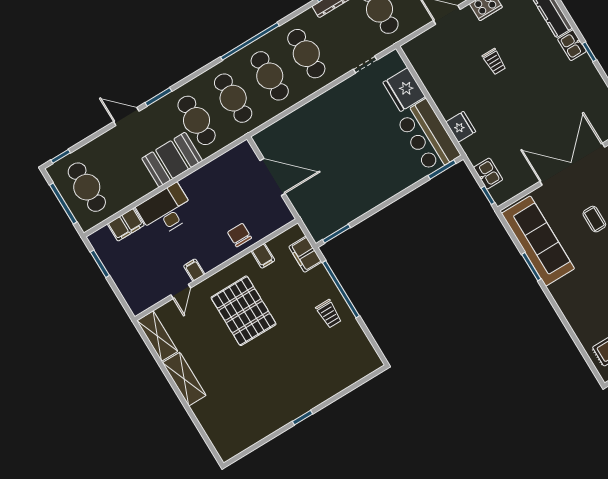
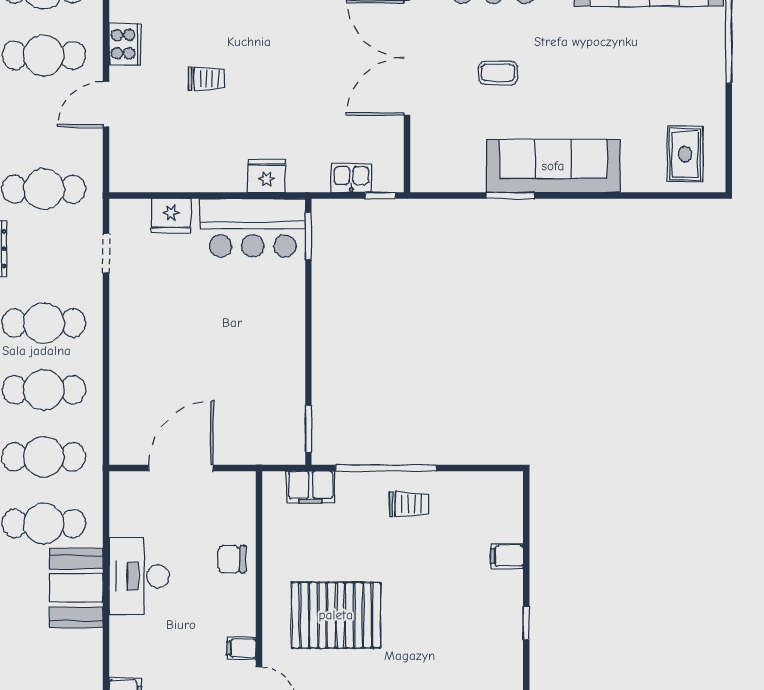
fridge: (404, 90) -> (171, 216), width x0.73, depth x0.75
desk: (166, 211) -> (139, 576), moved
sofa: (538, 241) -> (553, 166), moved
filing cabinet: (263, 256) -> (507, 556), moved, turned 180

